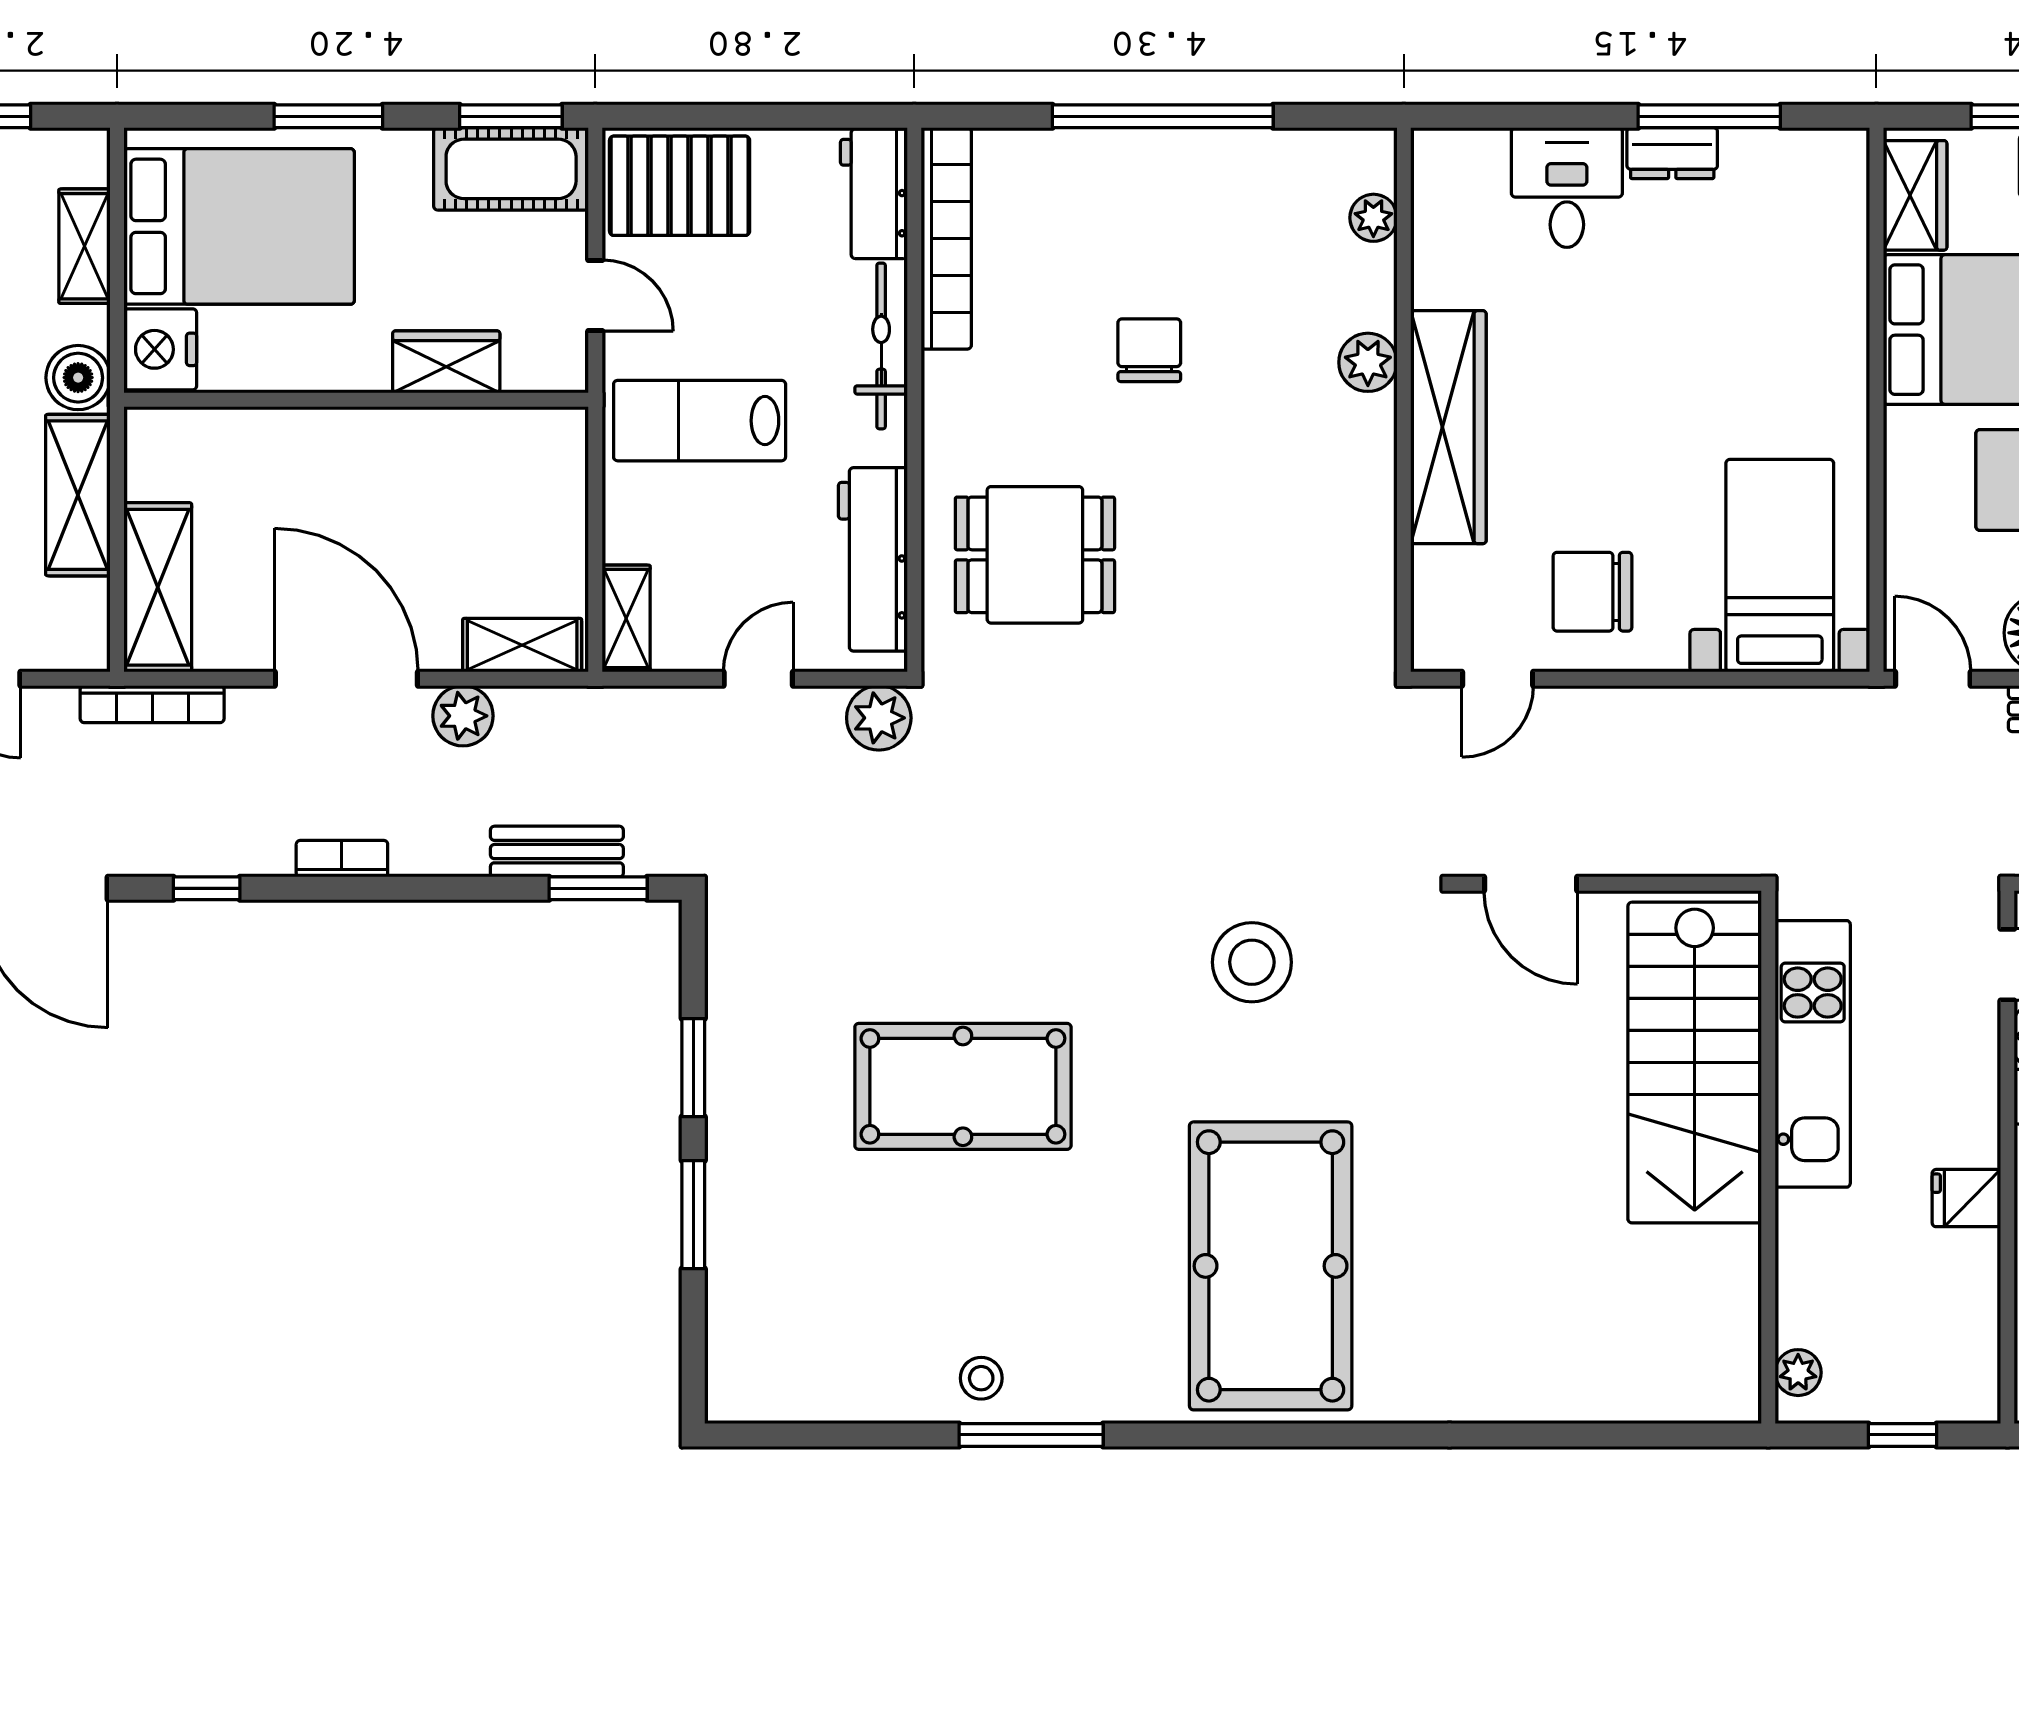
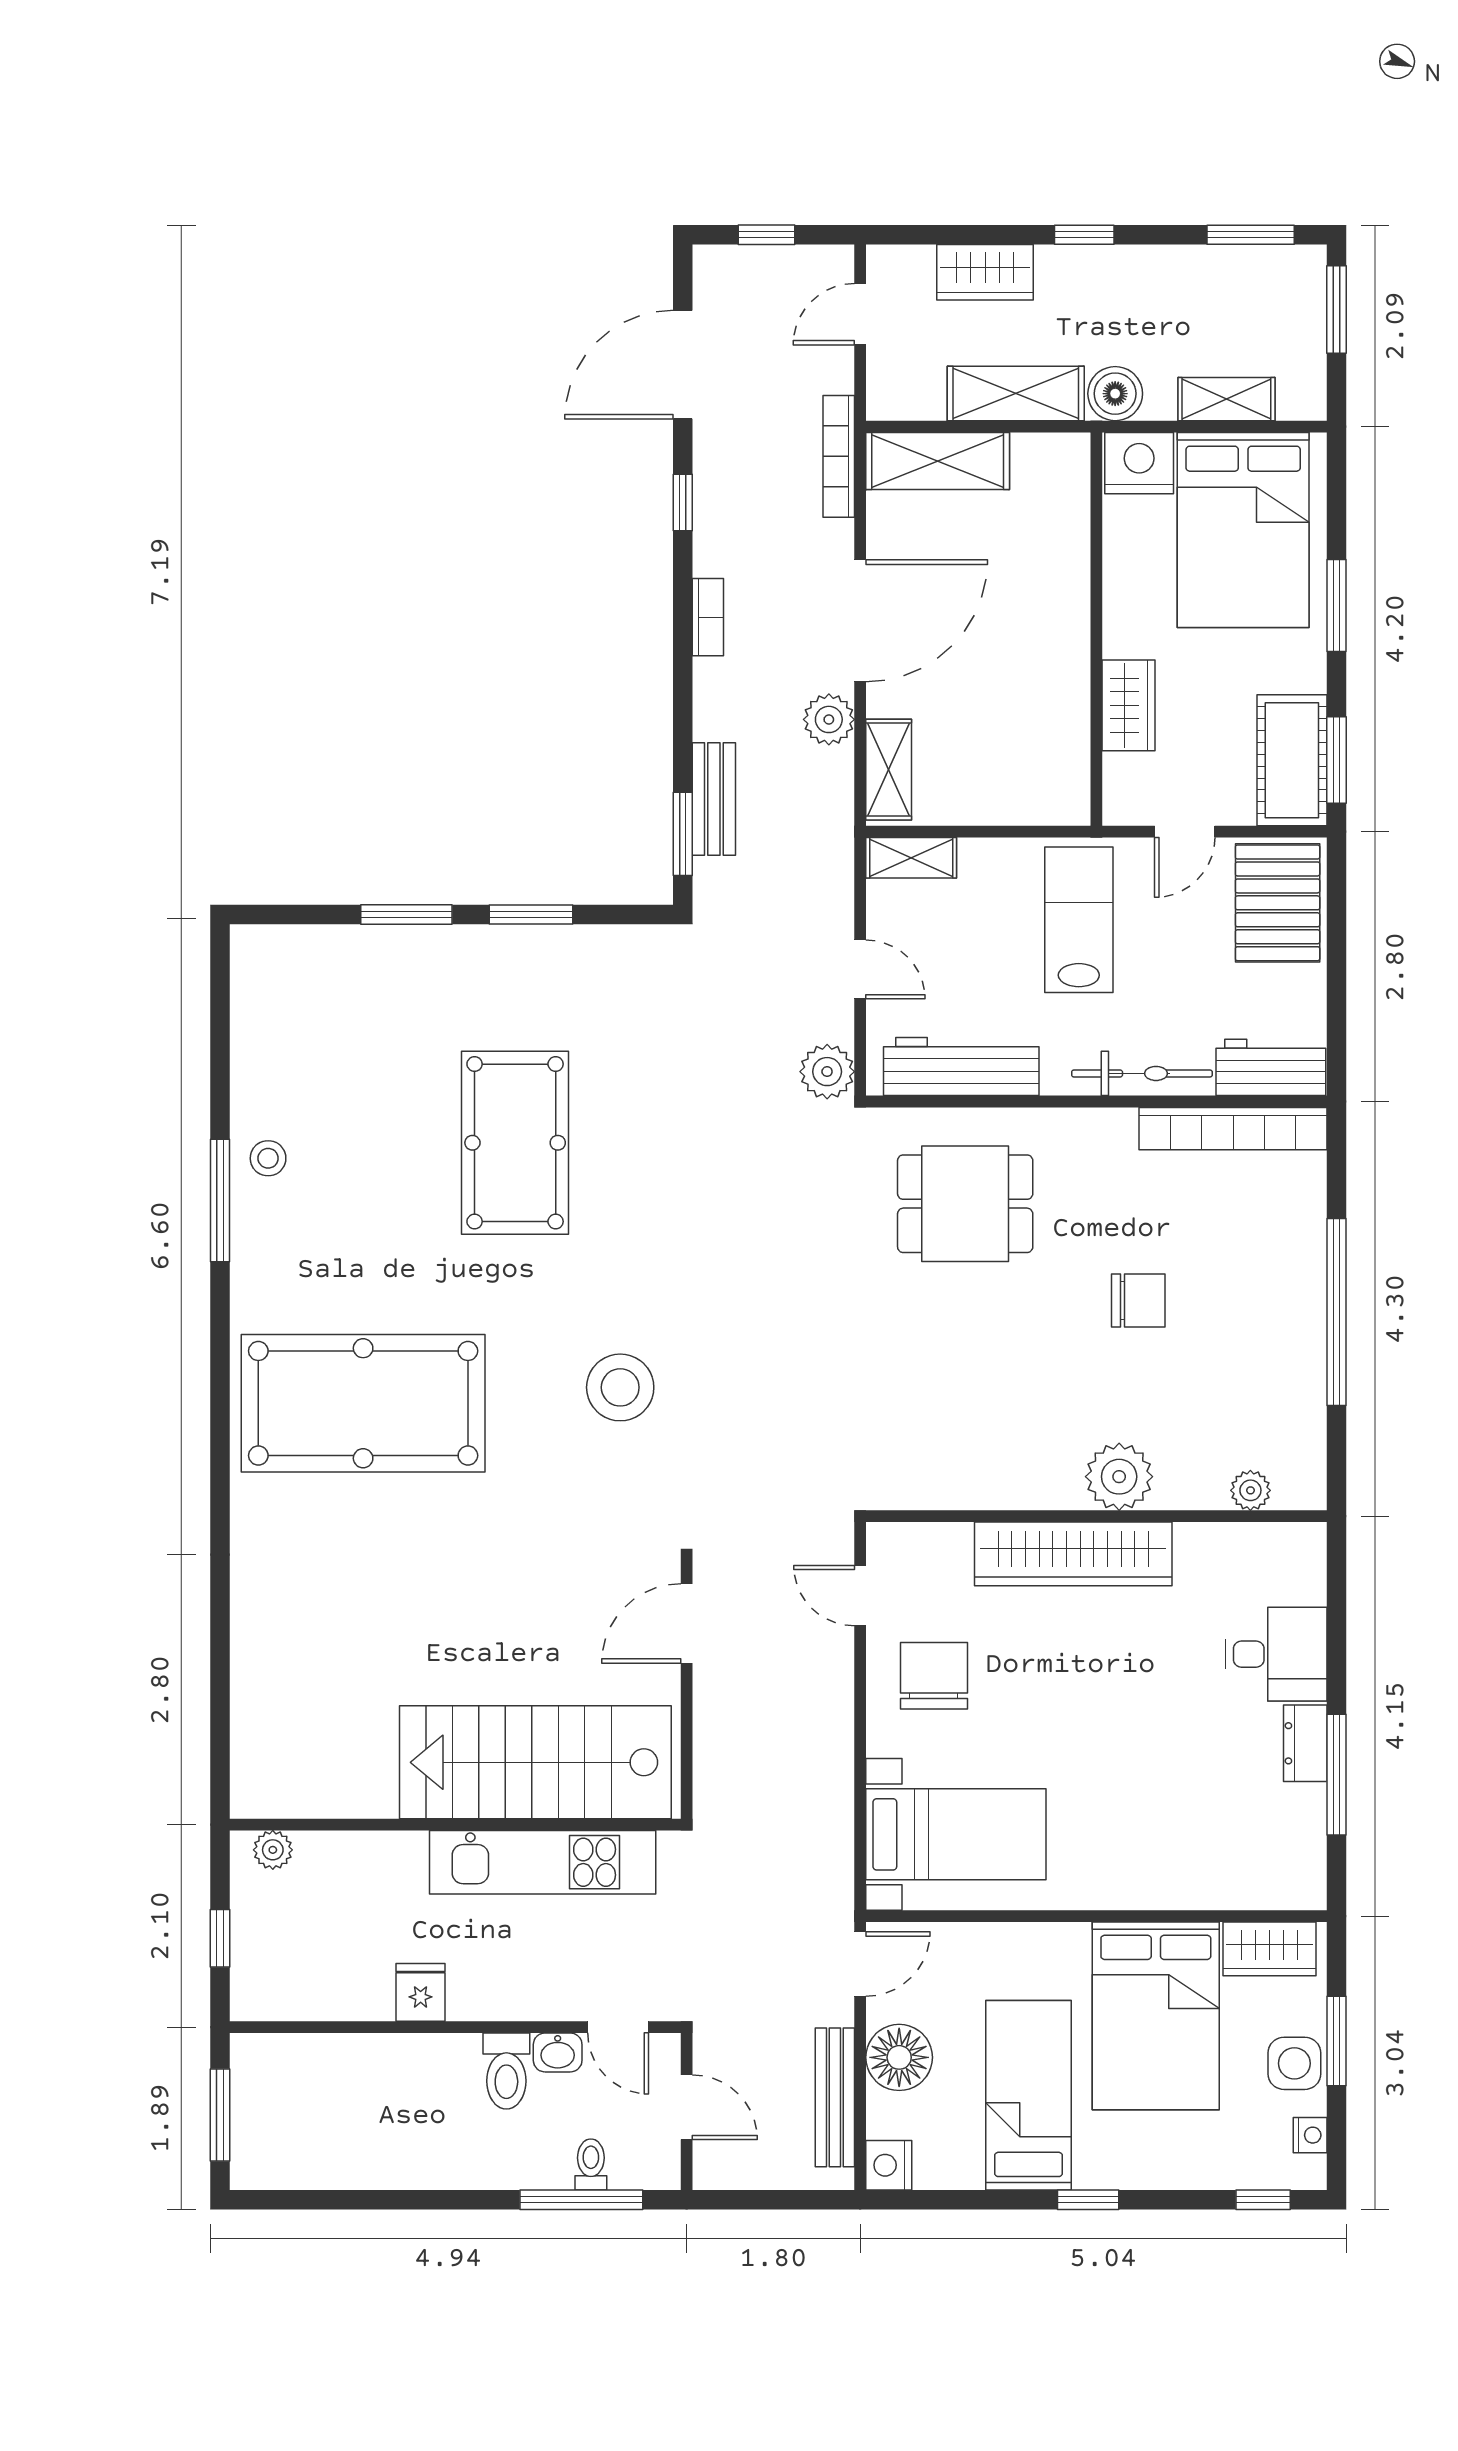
plant: (1368, 362) -> (1119, 1477), width x1.36, depth x1.36
dining table: (1035, 555) -> (965, 1204), turned 90

